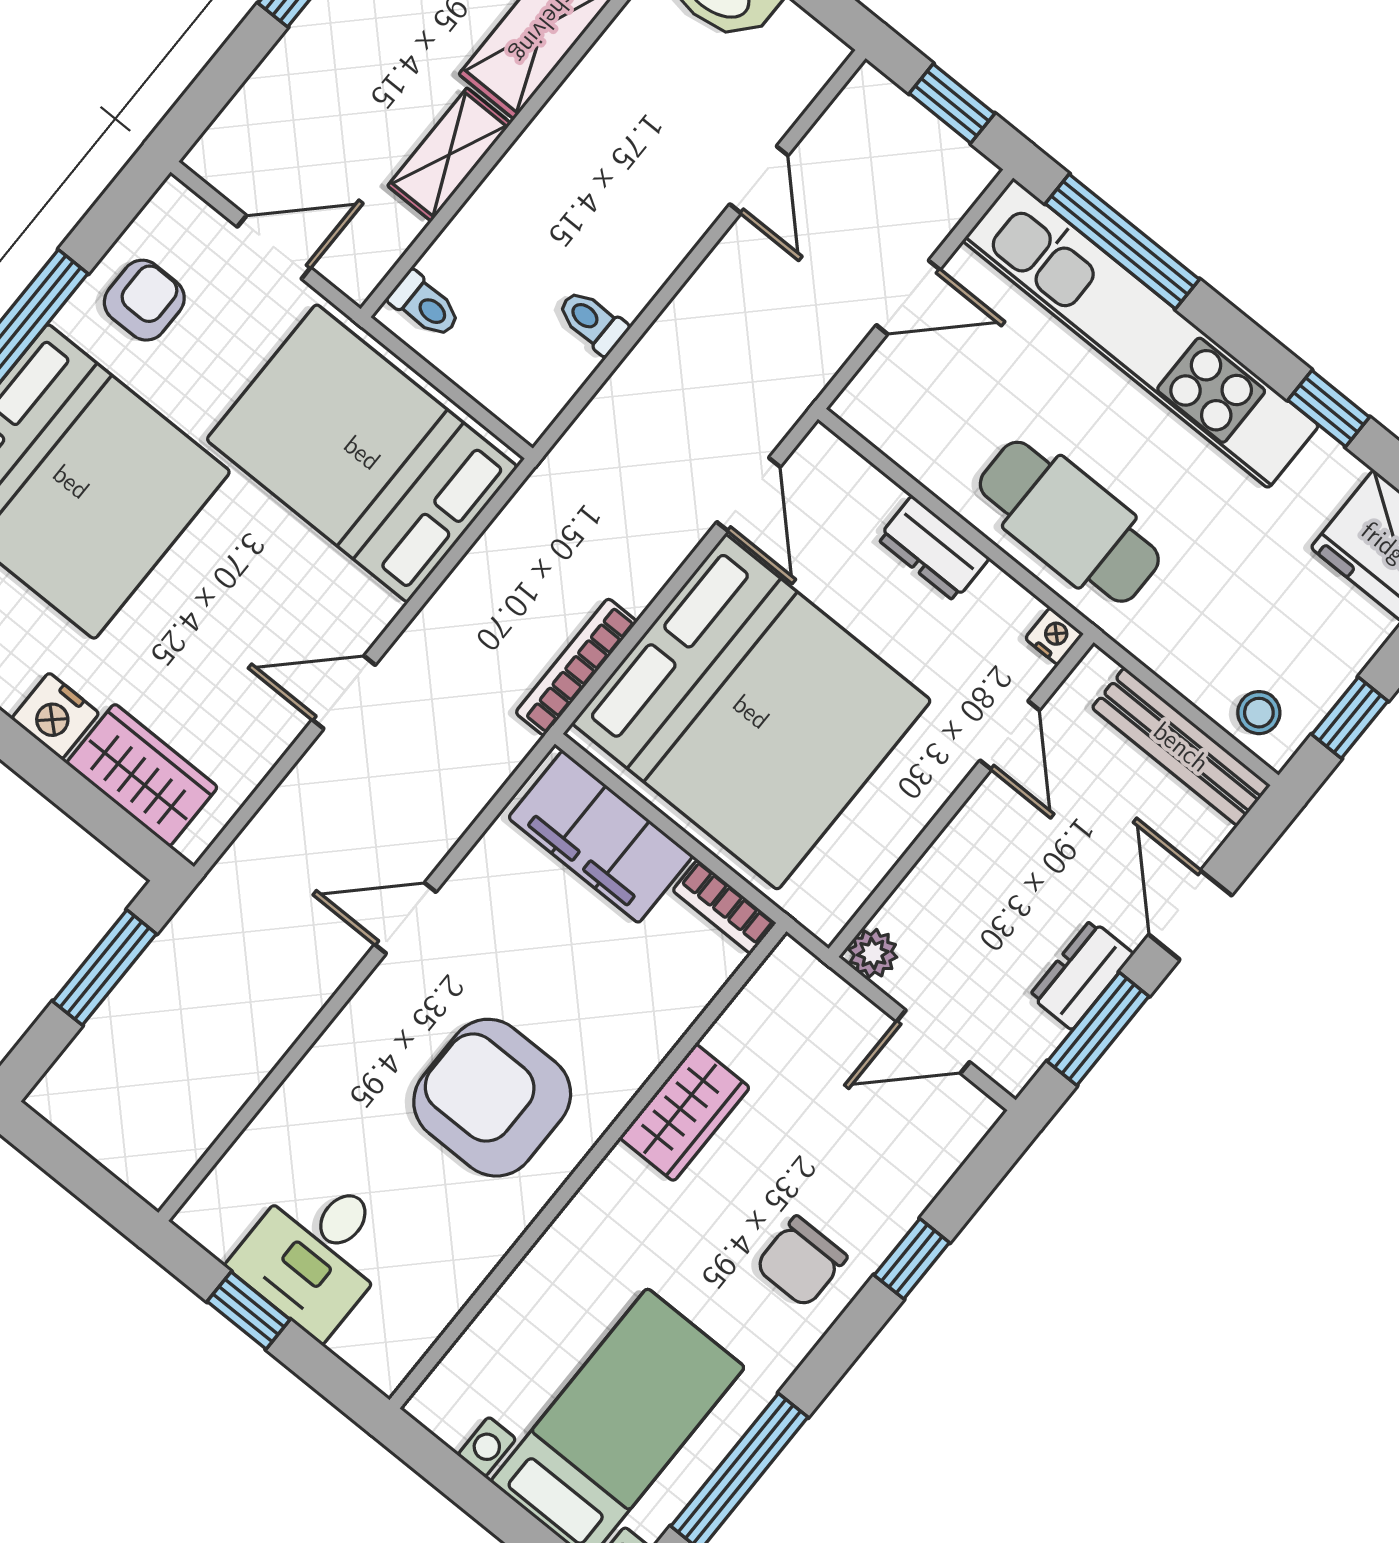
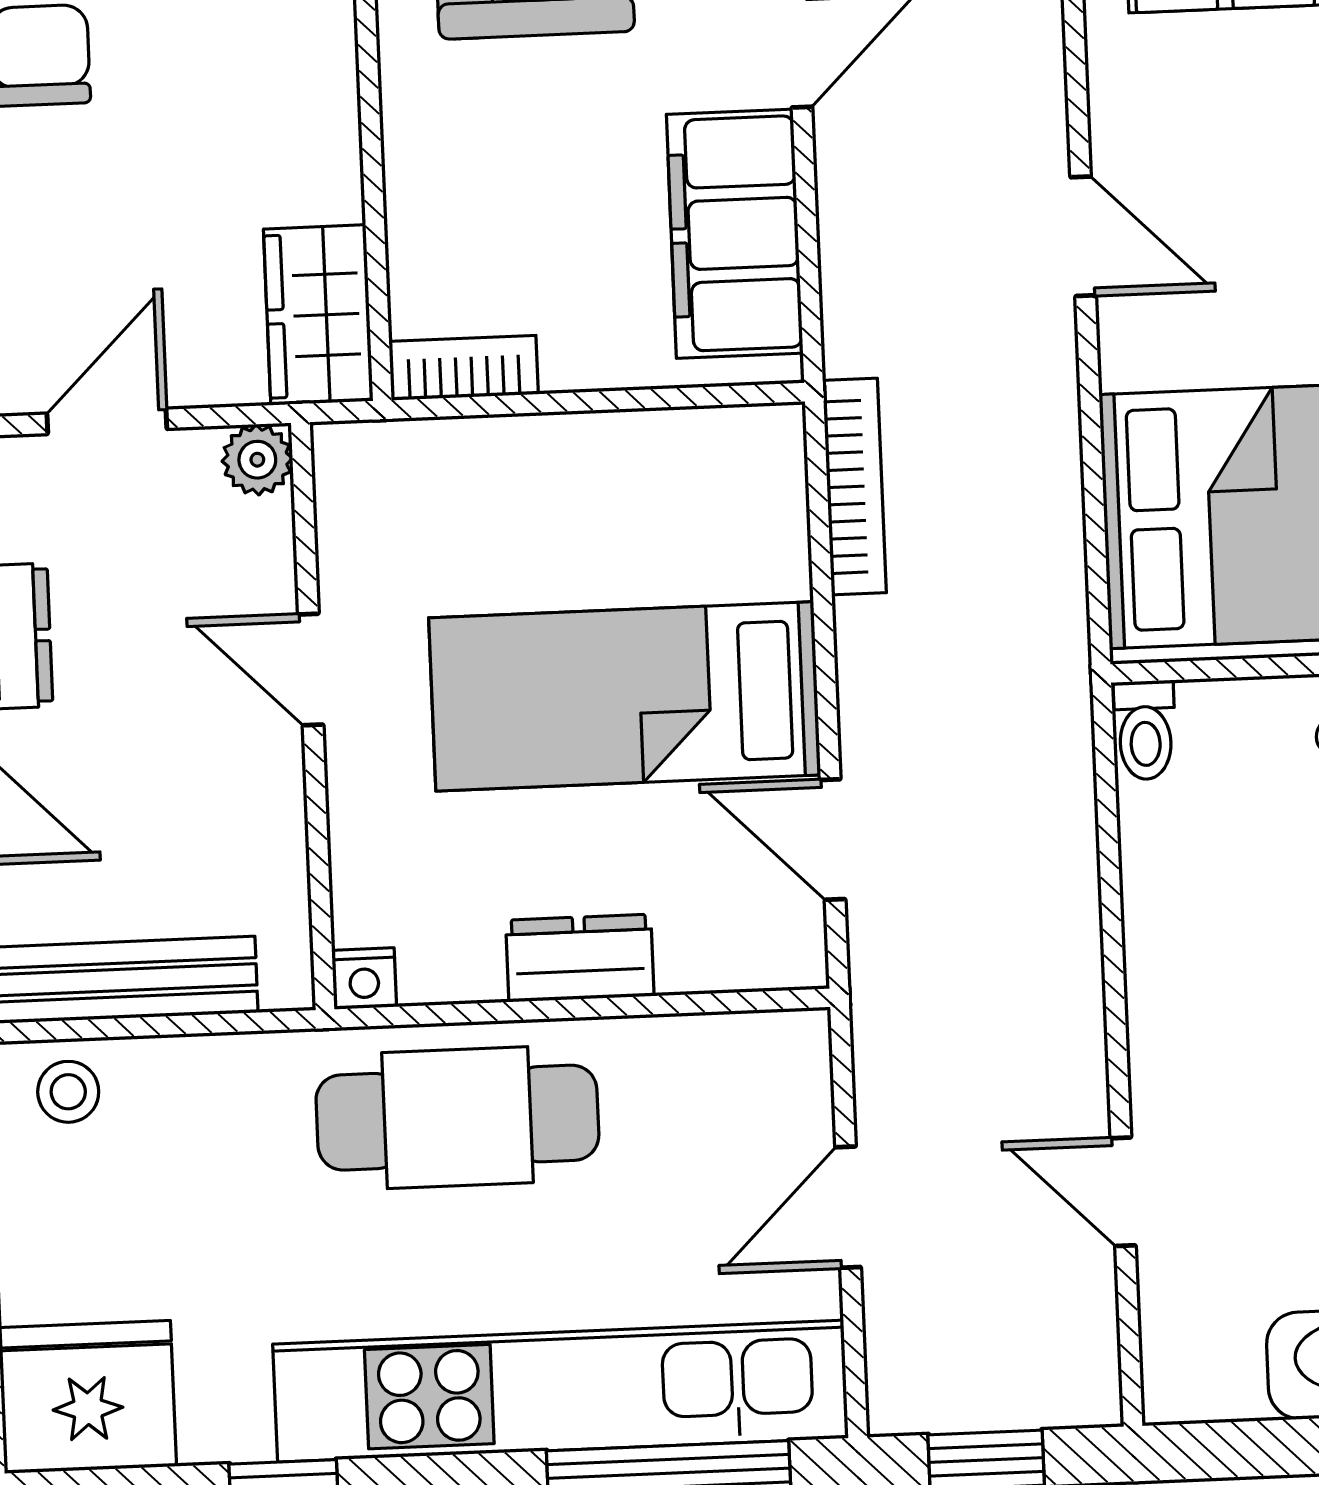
toilet: (592, 322) -> (1145, 730), moved, turned 90
door: (344, 692) -> (1083, 236), hinge flipped
bed: (751, 712) -> (625, 696), width x0.49
door: (1010, 735) -> (311, 669), moved
filing cabinet: (601, 837) -> (735, 234), moved, turned -90
wardrobe: (685, 1112) -> (318, 315), moved

